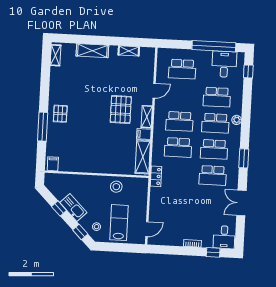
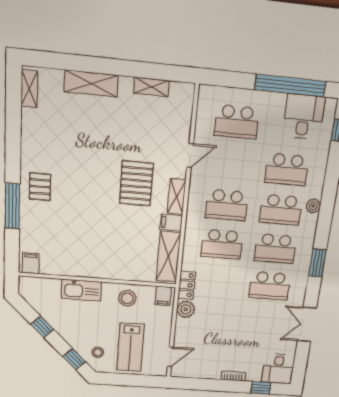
filing cabinet: (140, 184) -> (163, 296), added
plant: (156, 194) -> (186, 309), added
kitchen sink: (73, 208) -> (81, 290), moved, turned 135
lab bench: (119, 223) -> (130, 347), turned 180

